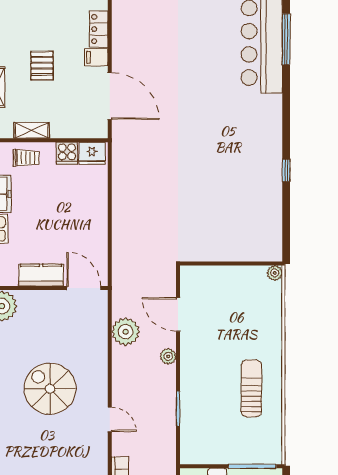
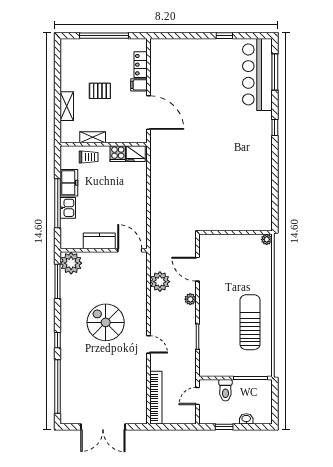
pallet: (42, 66) -> (100, 91), turned 90
window: (286, 170) -> (275, 128), moved
sun lounger: (251, 388) -> (250, 322), width x1.36, depth x1.34

